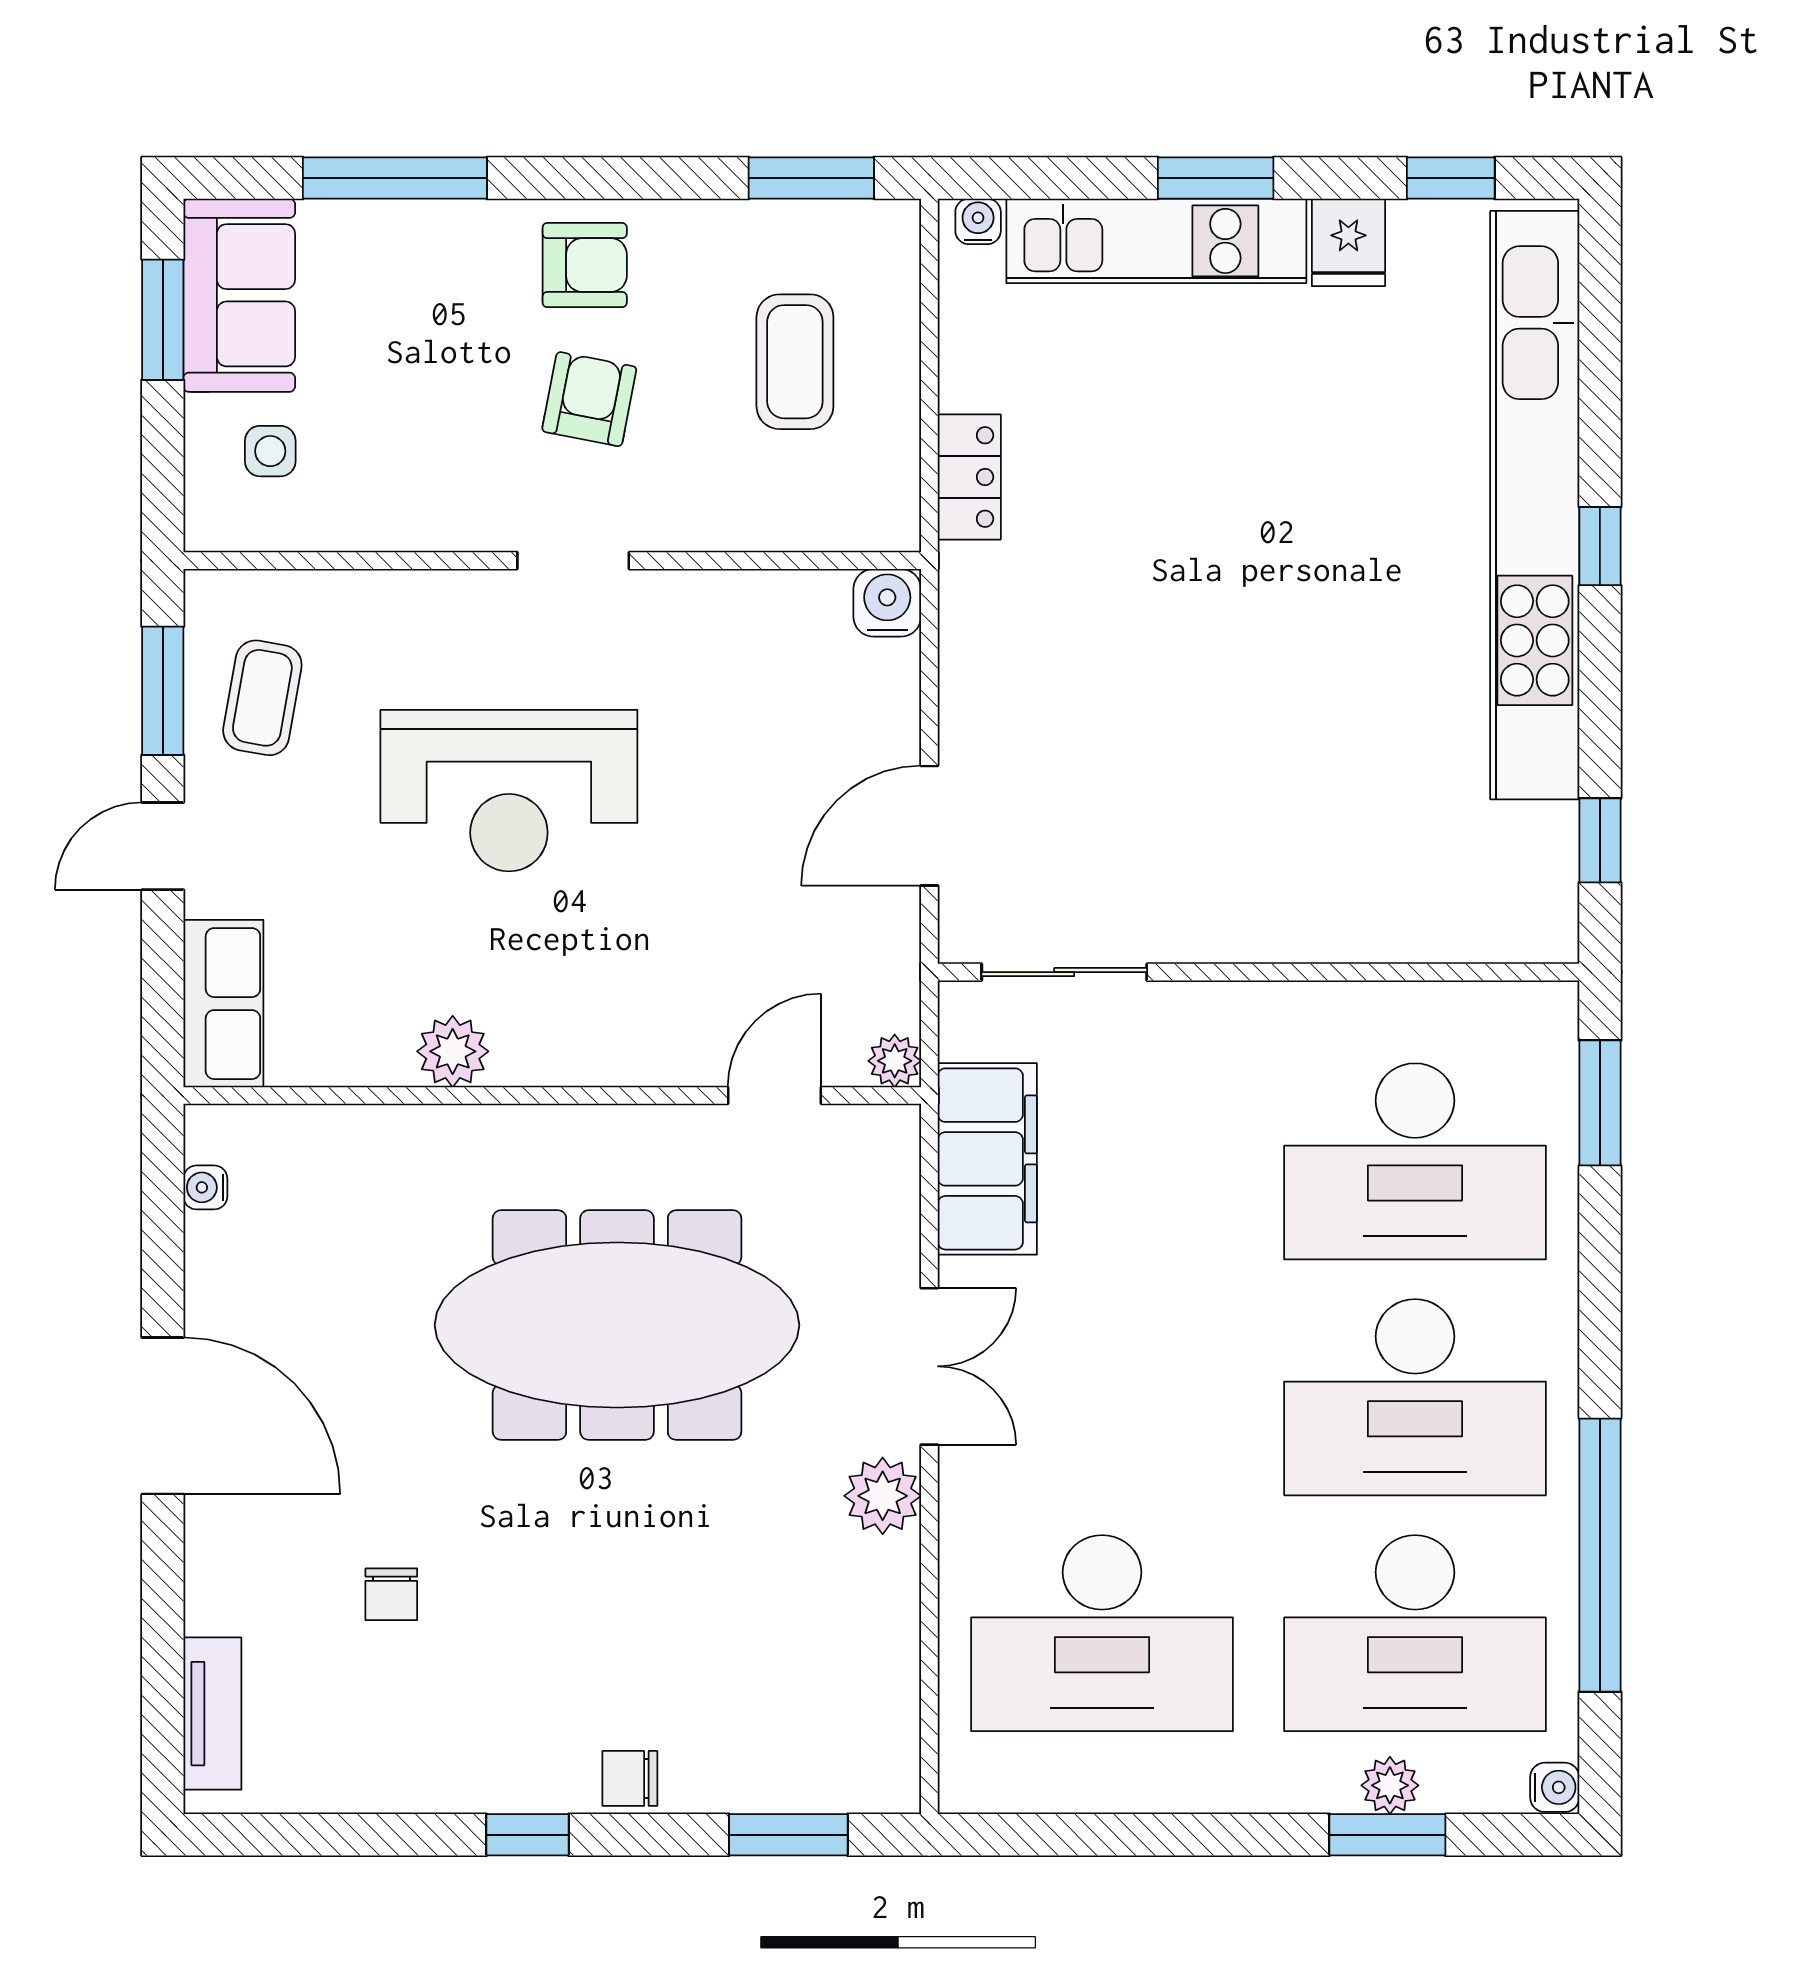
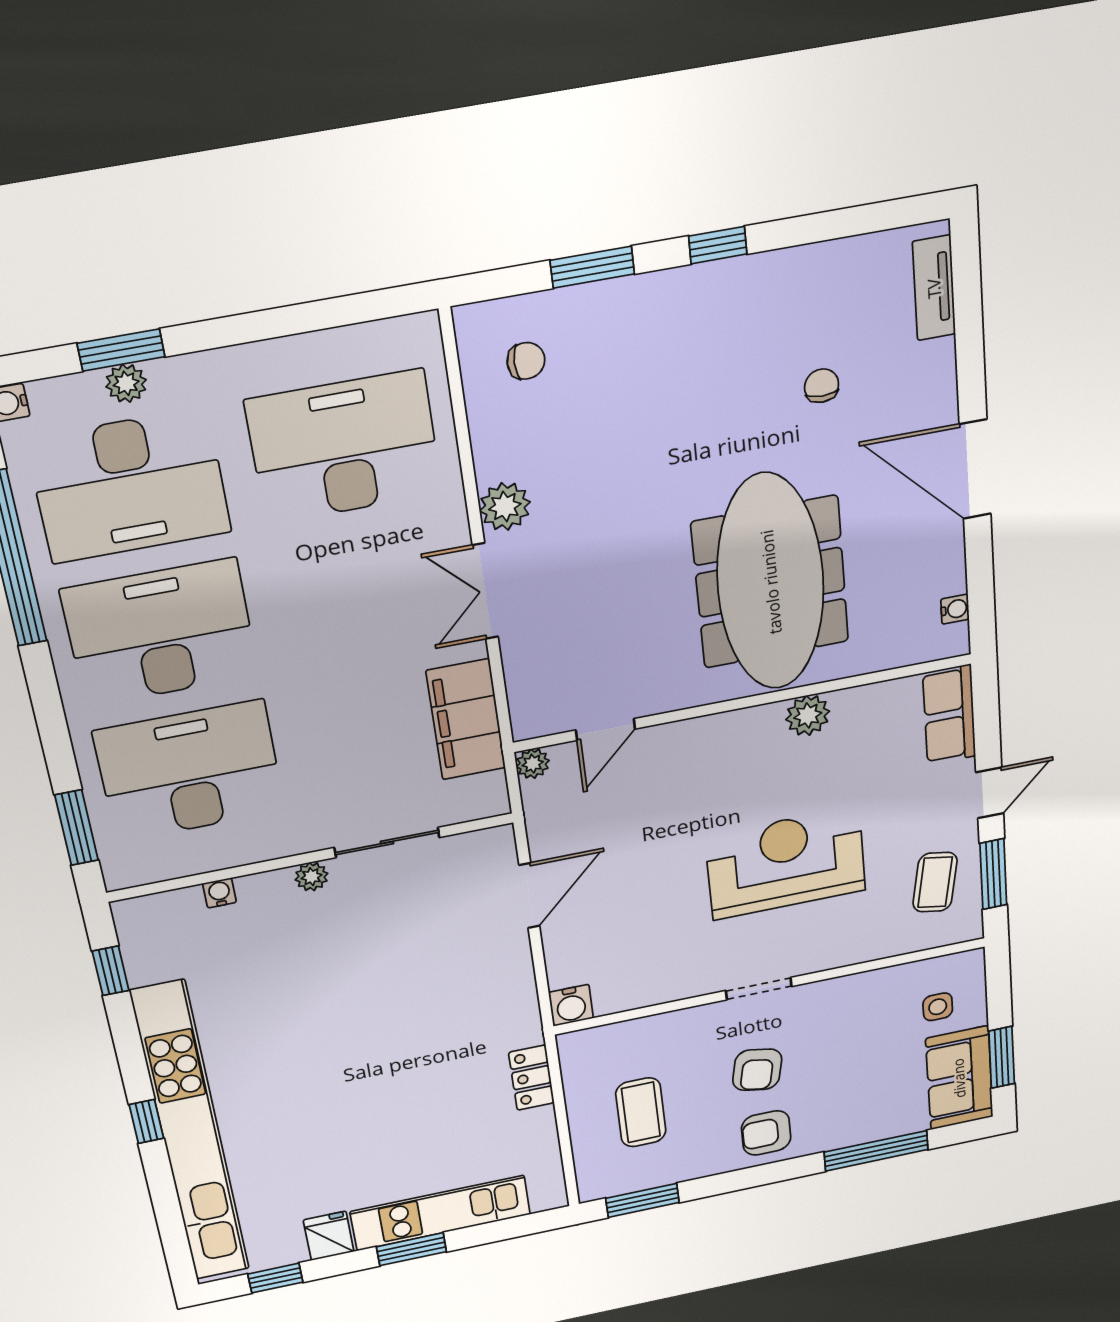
water cooler: (978, 221) -> (219, 893), moved, turned 180
plant: (1264, 938) -> (312, 877), added
sliding door: (1064, 972) -> (387, 842), moved
meeting table: (617, 1325) -> (771, 582), moved, turned 90
desk: (1415, 1633) -> (129, 486), turned 180
chair: (630, 1778) -> (526, 361), moved
window: (788, 1835) -> (592, 267), moved

